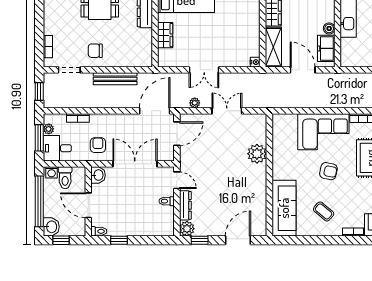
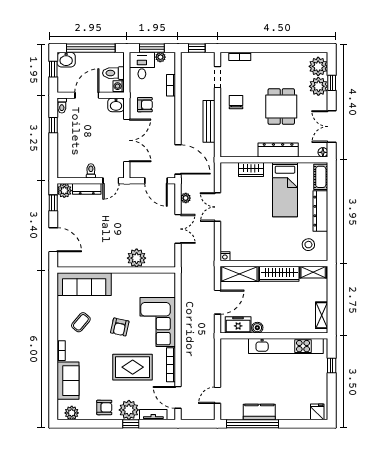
washing machine: (52, 172) -> (119, 86), moved

